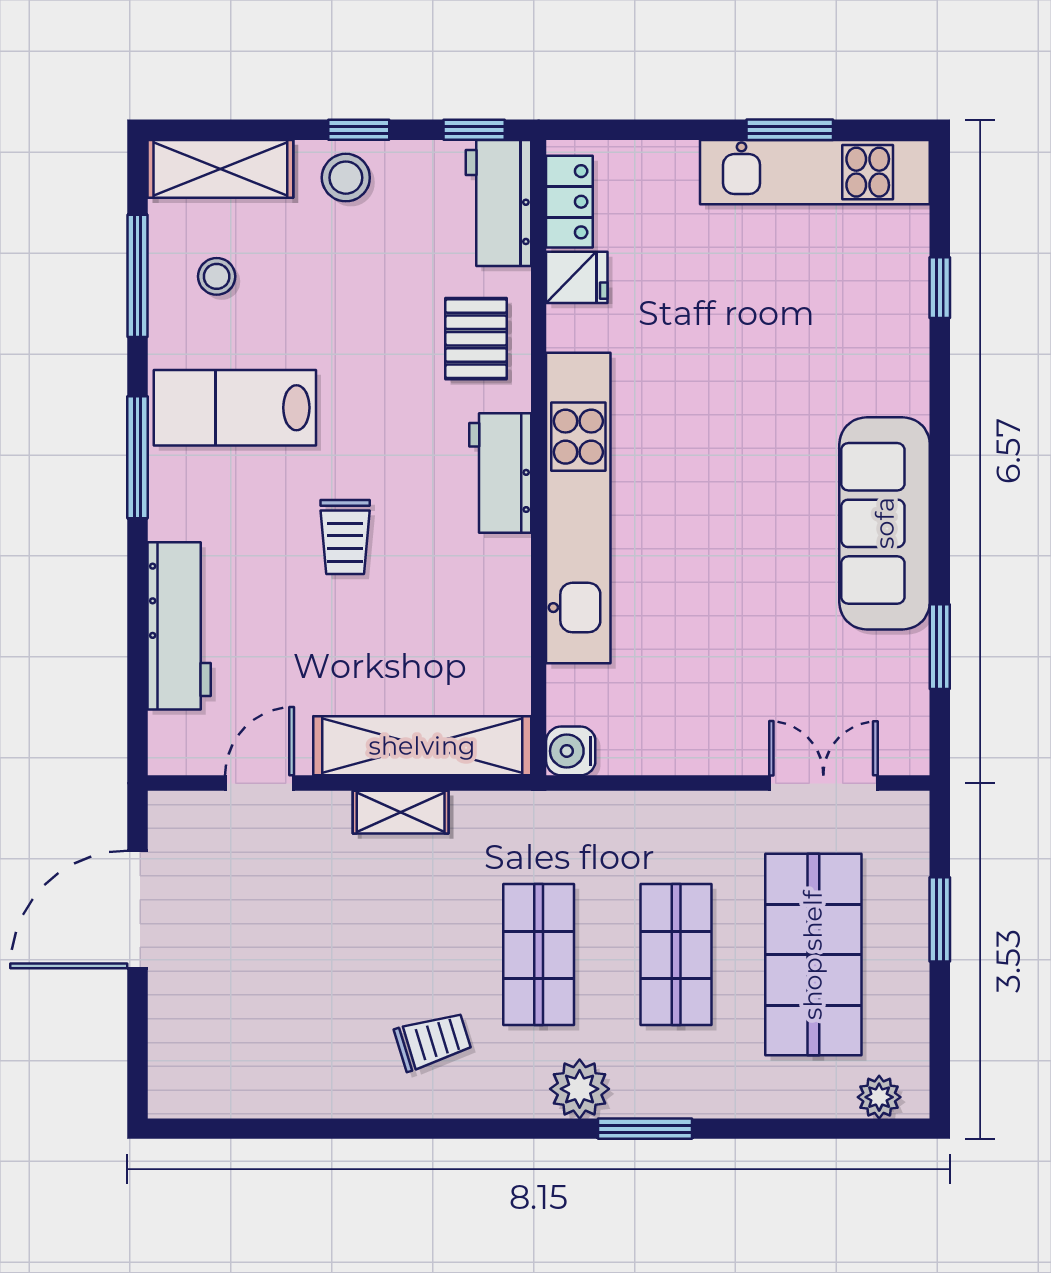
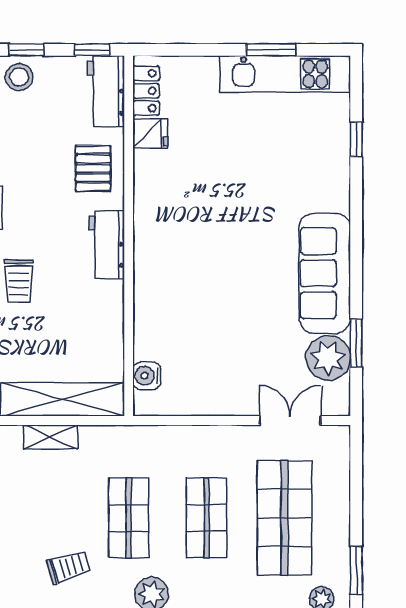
kitchen unit: (578, 508) -> (151, 265), removed
plant: (890, 673) -> (328, 358), added
water cooler: (571, 751) -> (147, 376), moved
window: (940, 919) -> (356, 570), moved

